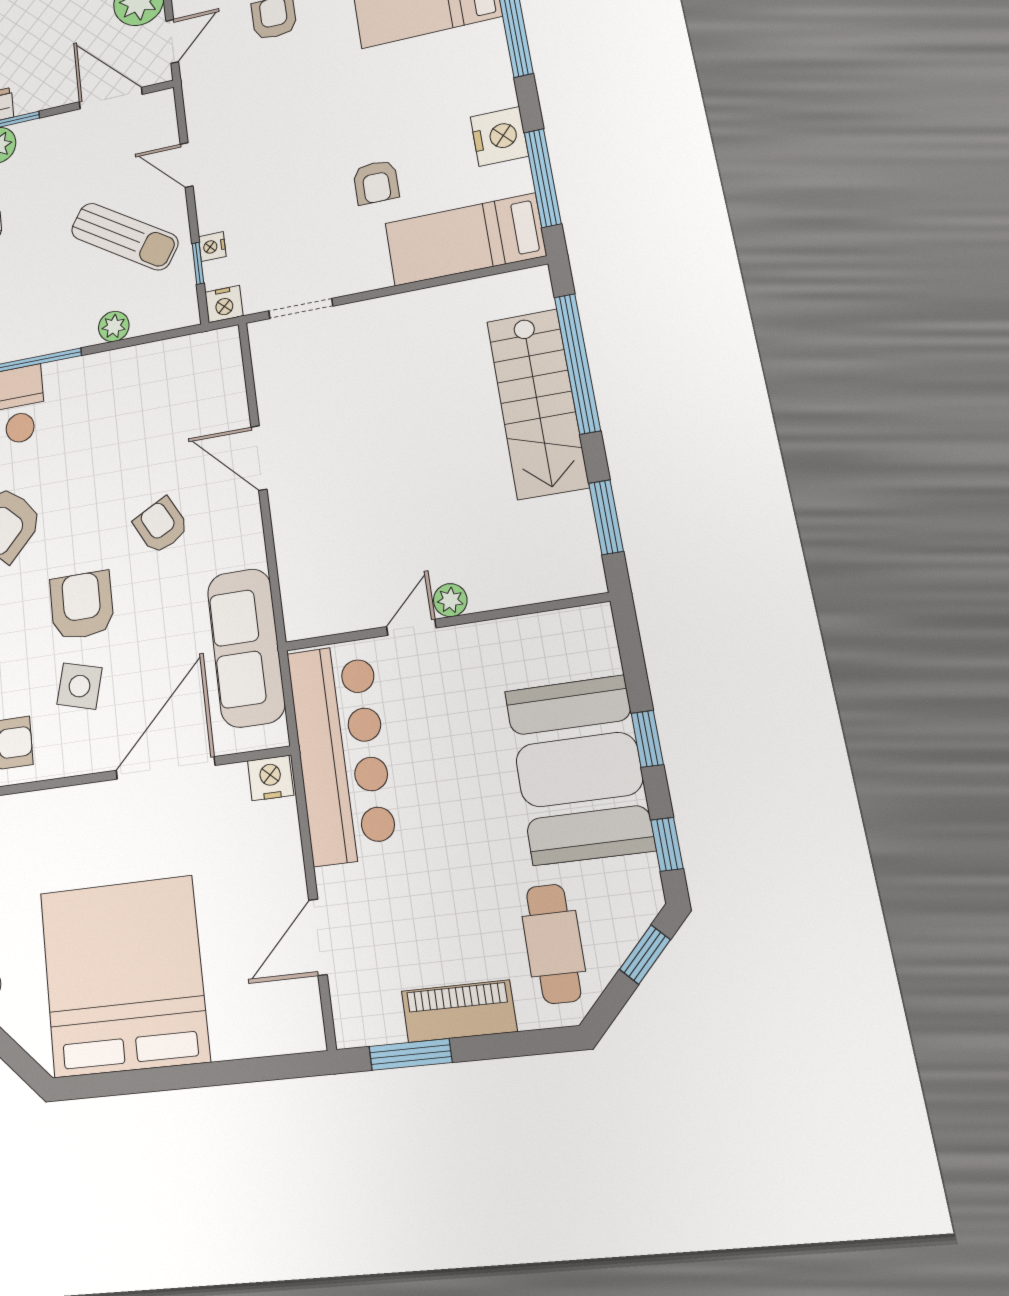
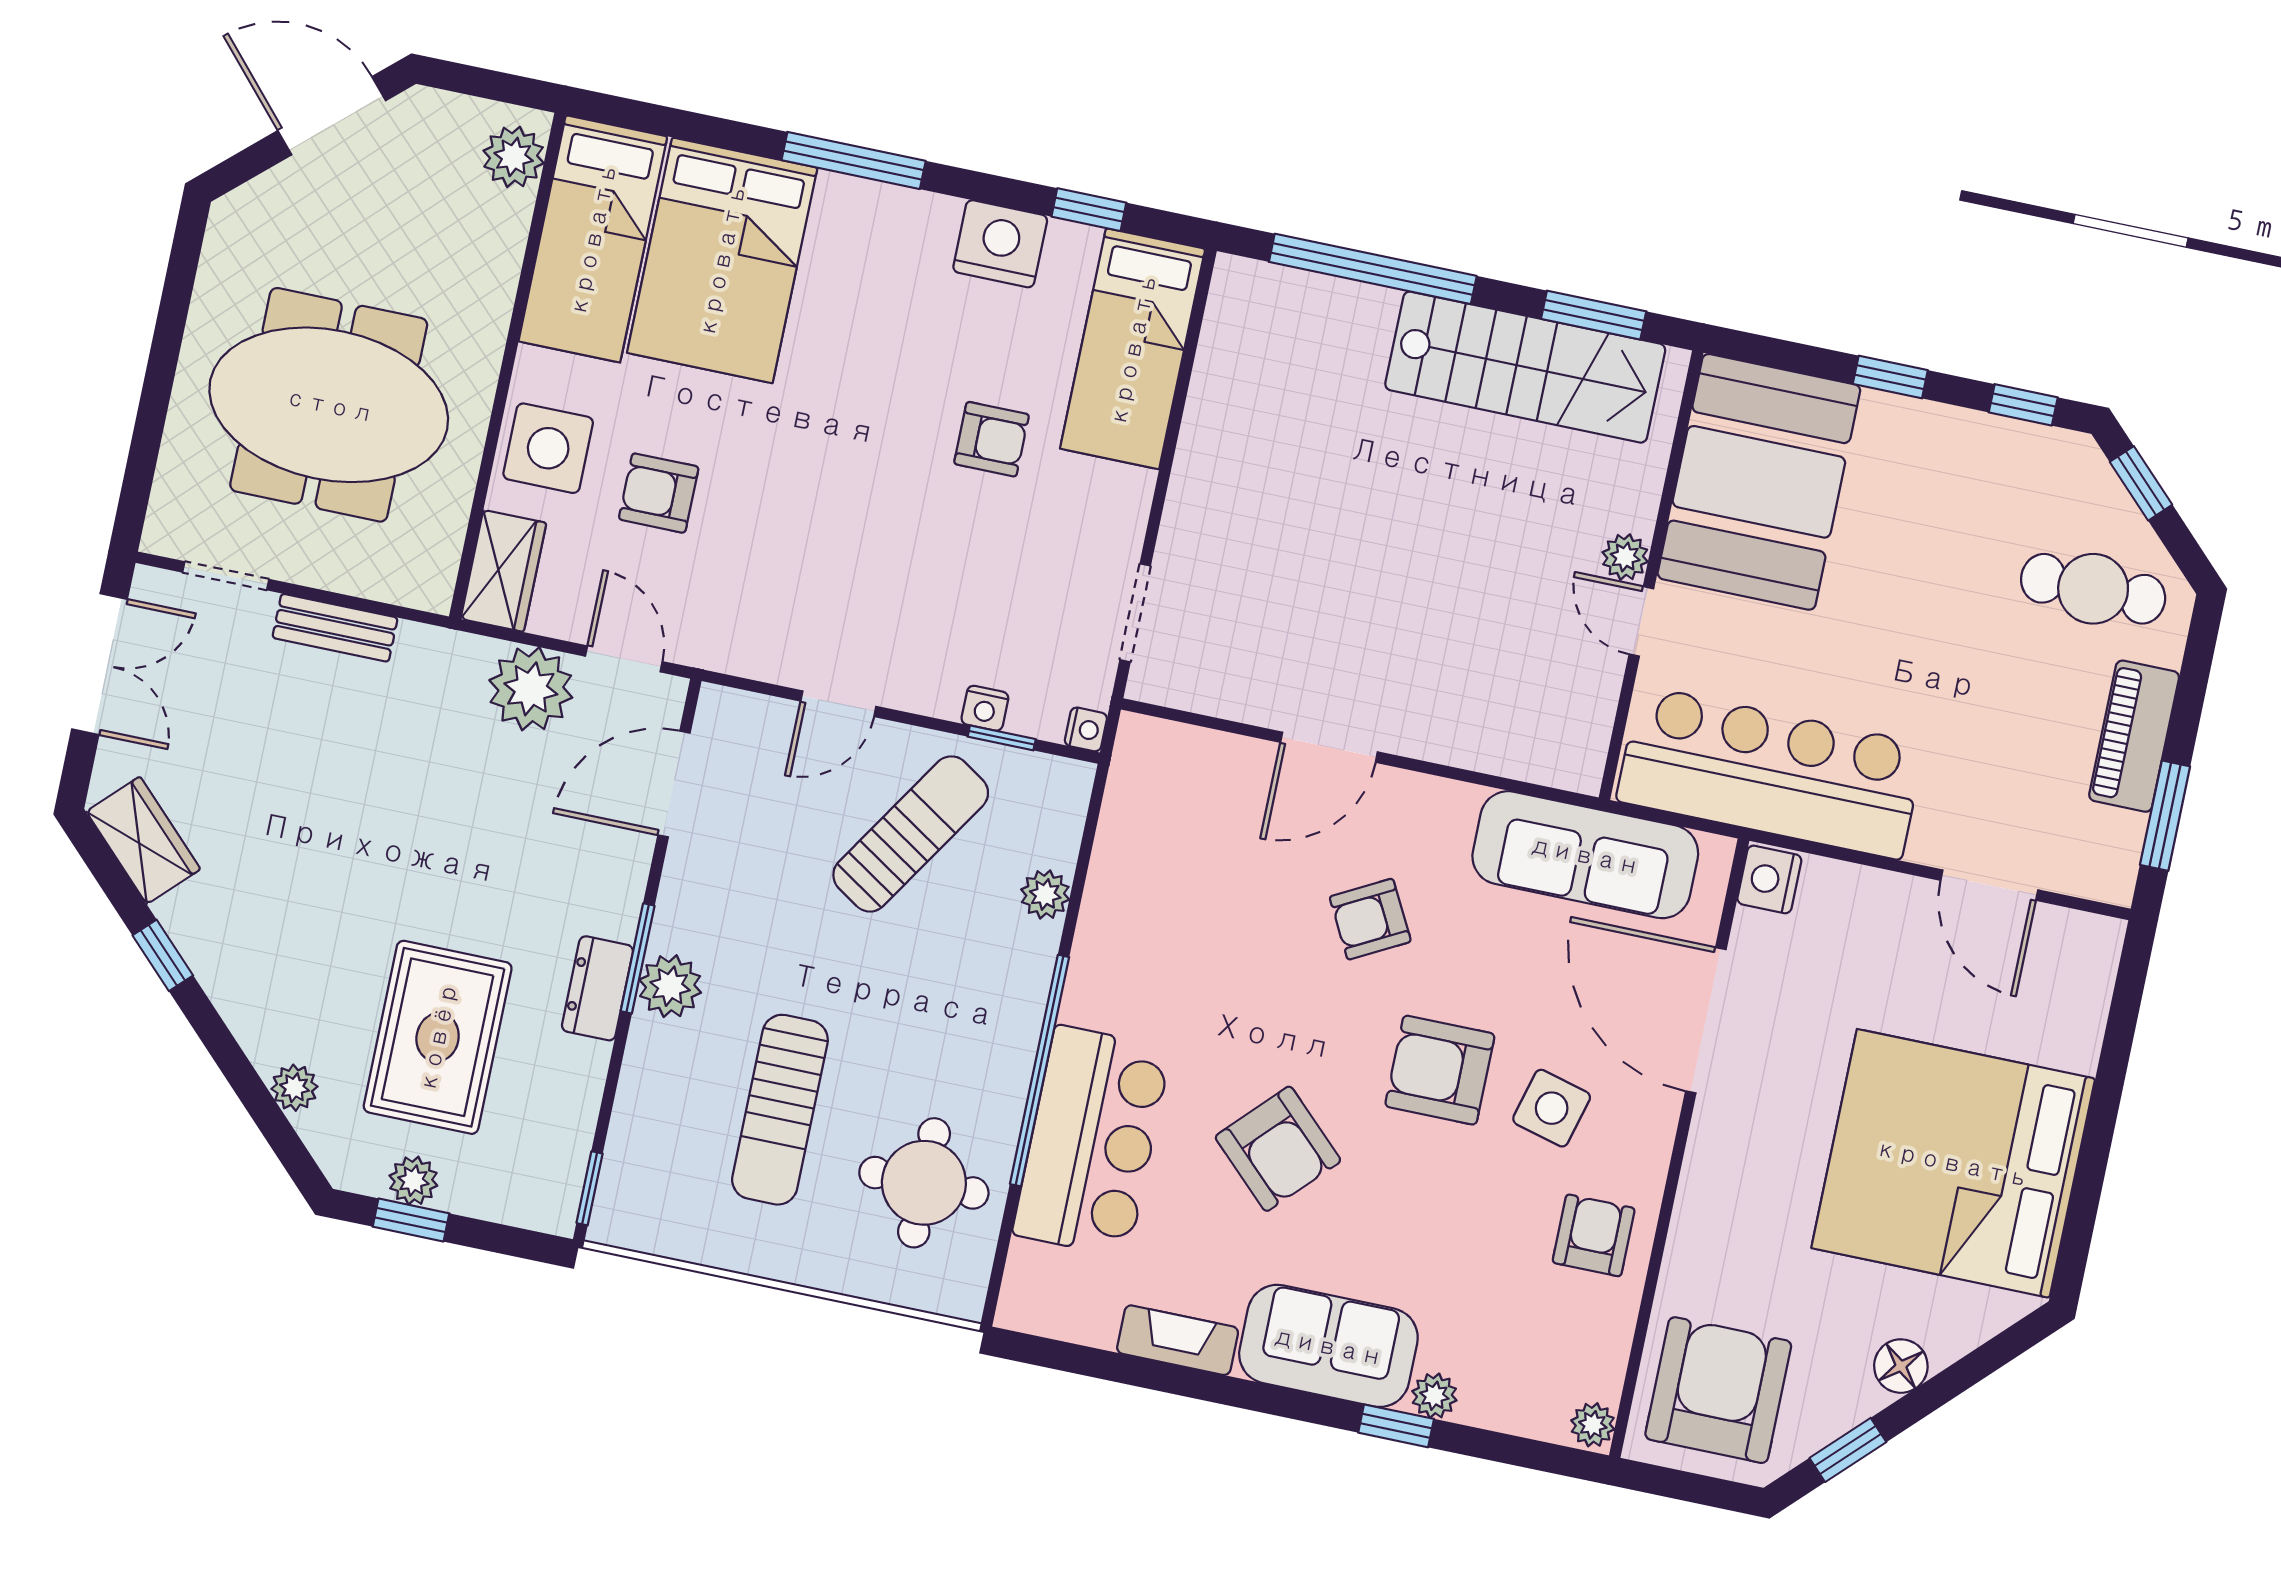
window: (543, 178) -> (1089, 210), width x0.46
nightstand: (224, 304) -> (1086, 729), width x0.72, depth x0.74
stairs: (537, 403) -> (1525, 367), moved
booth: (579, 770) -> (1759, 482), moved, turned 90

